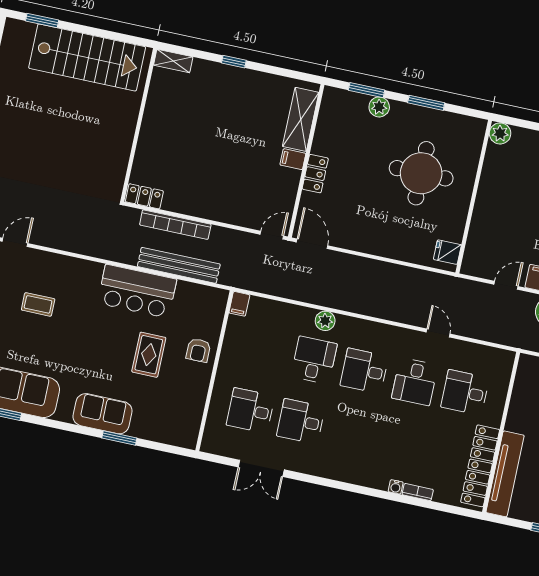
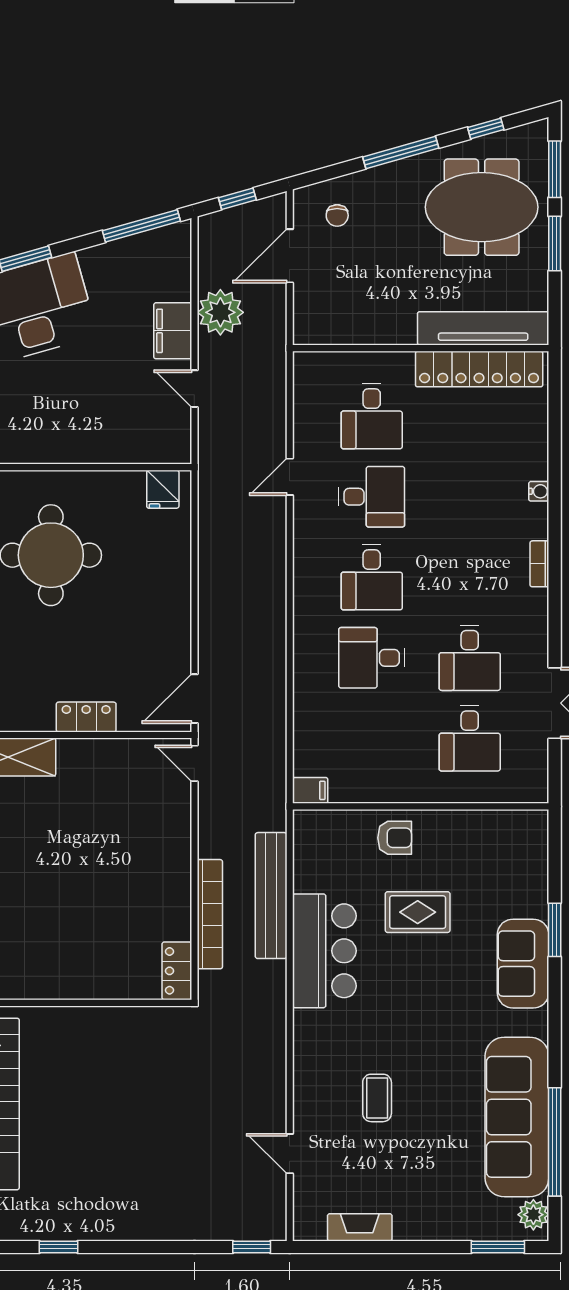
filing cabinet: (293, 159) -> (71, 756), removed
plant: (325, 321) -> (308, 654), removed
bookcase: (418, 492) -> (539, 564), moved

